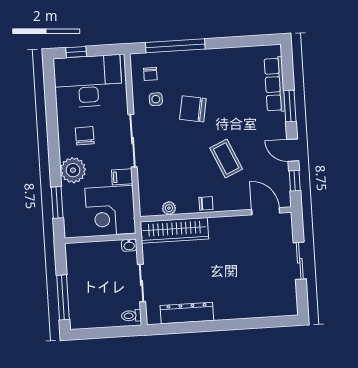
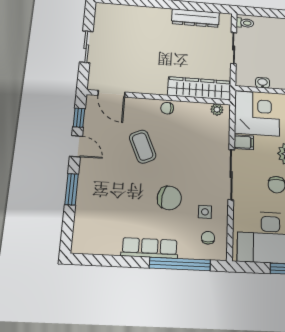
row of seats: (275, 84) -> (150, 248), moved, turned -90
plant: (169, 208) -> (217, 110), moved
washbasin: (129, 245) -> (263, 83), moved

